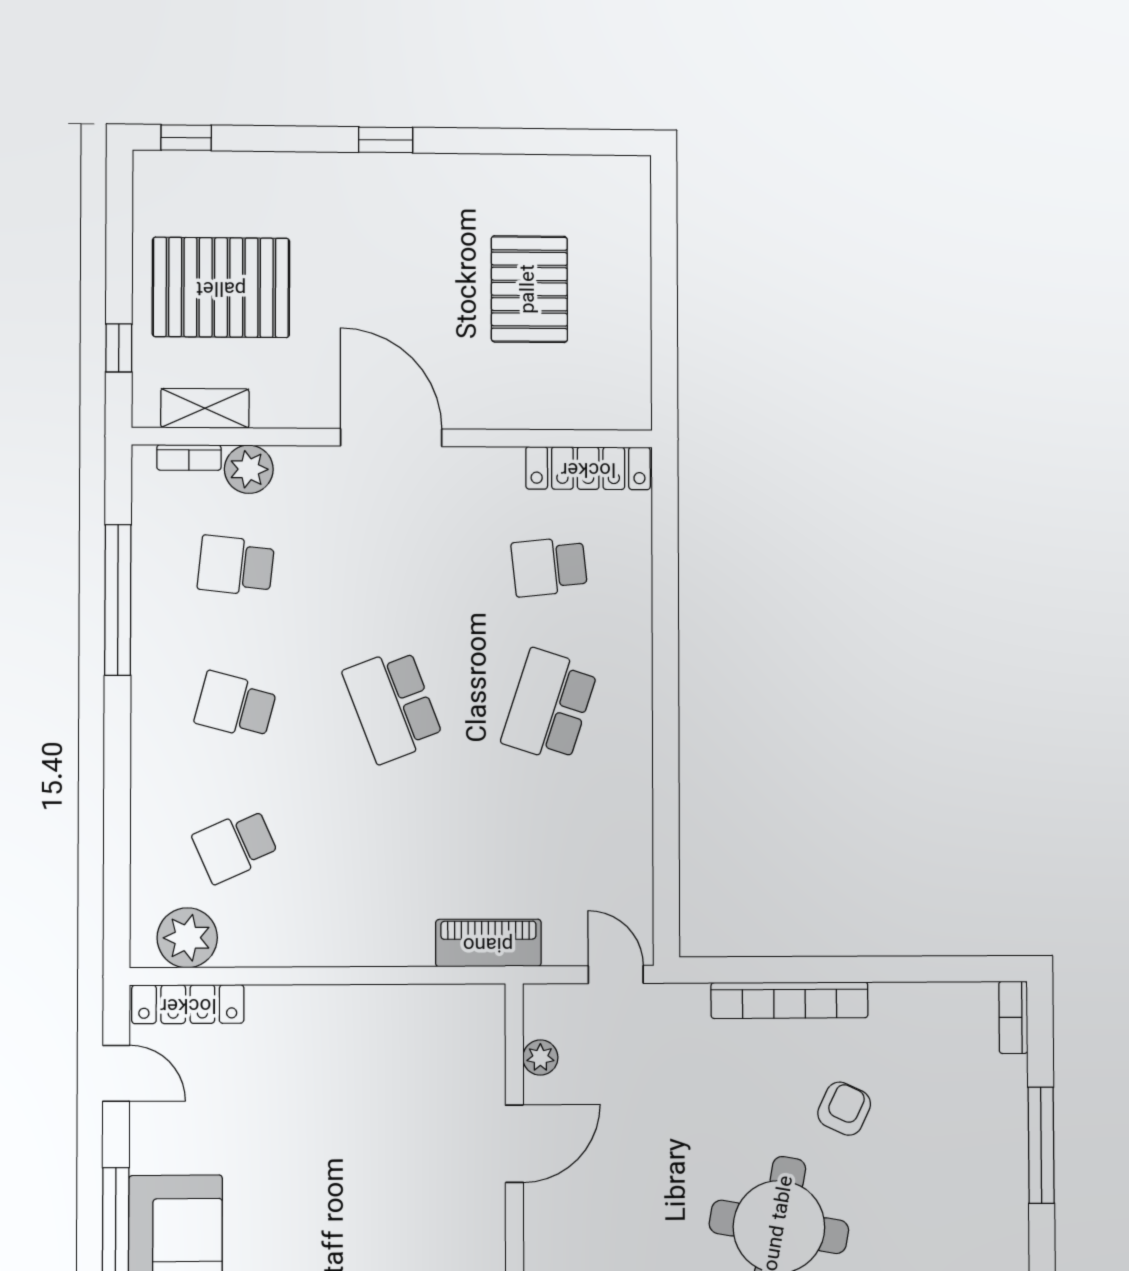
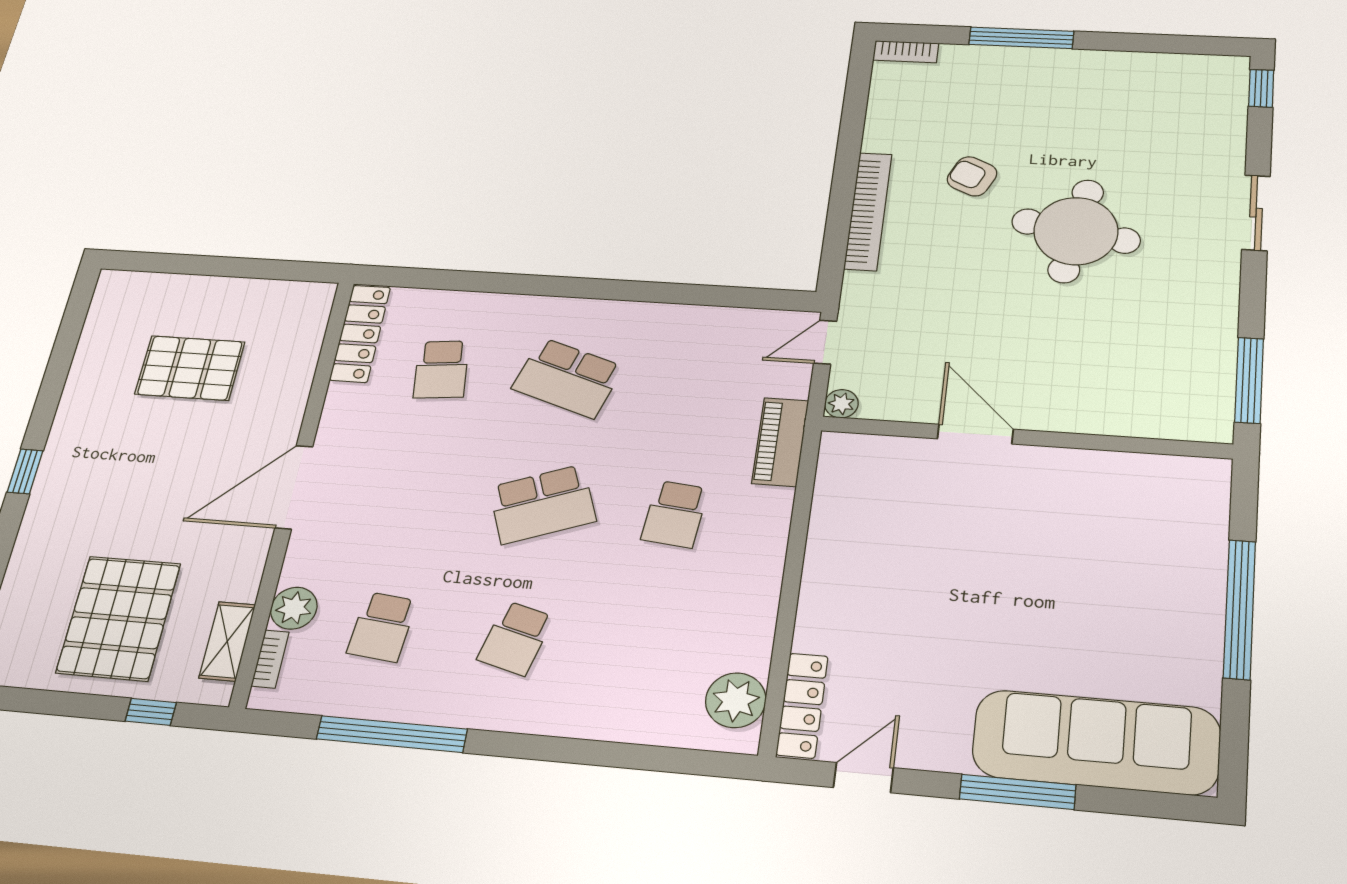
school desk: (235, 846) -> (675, 514), moved, turned 30
plant: (540, 1058) -> (841, 404), moved

